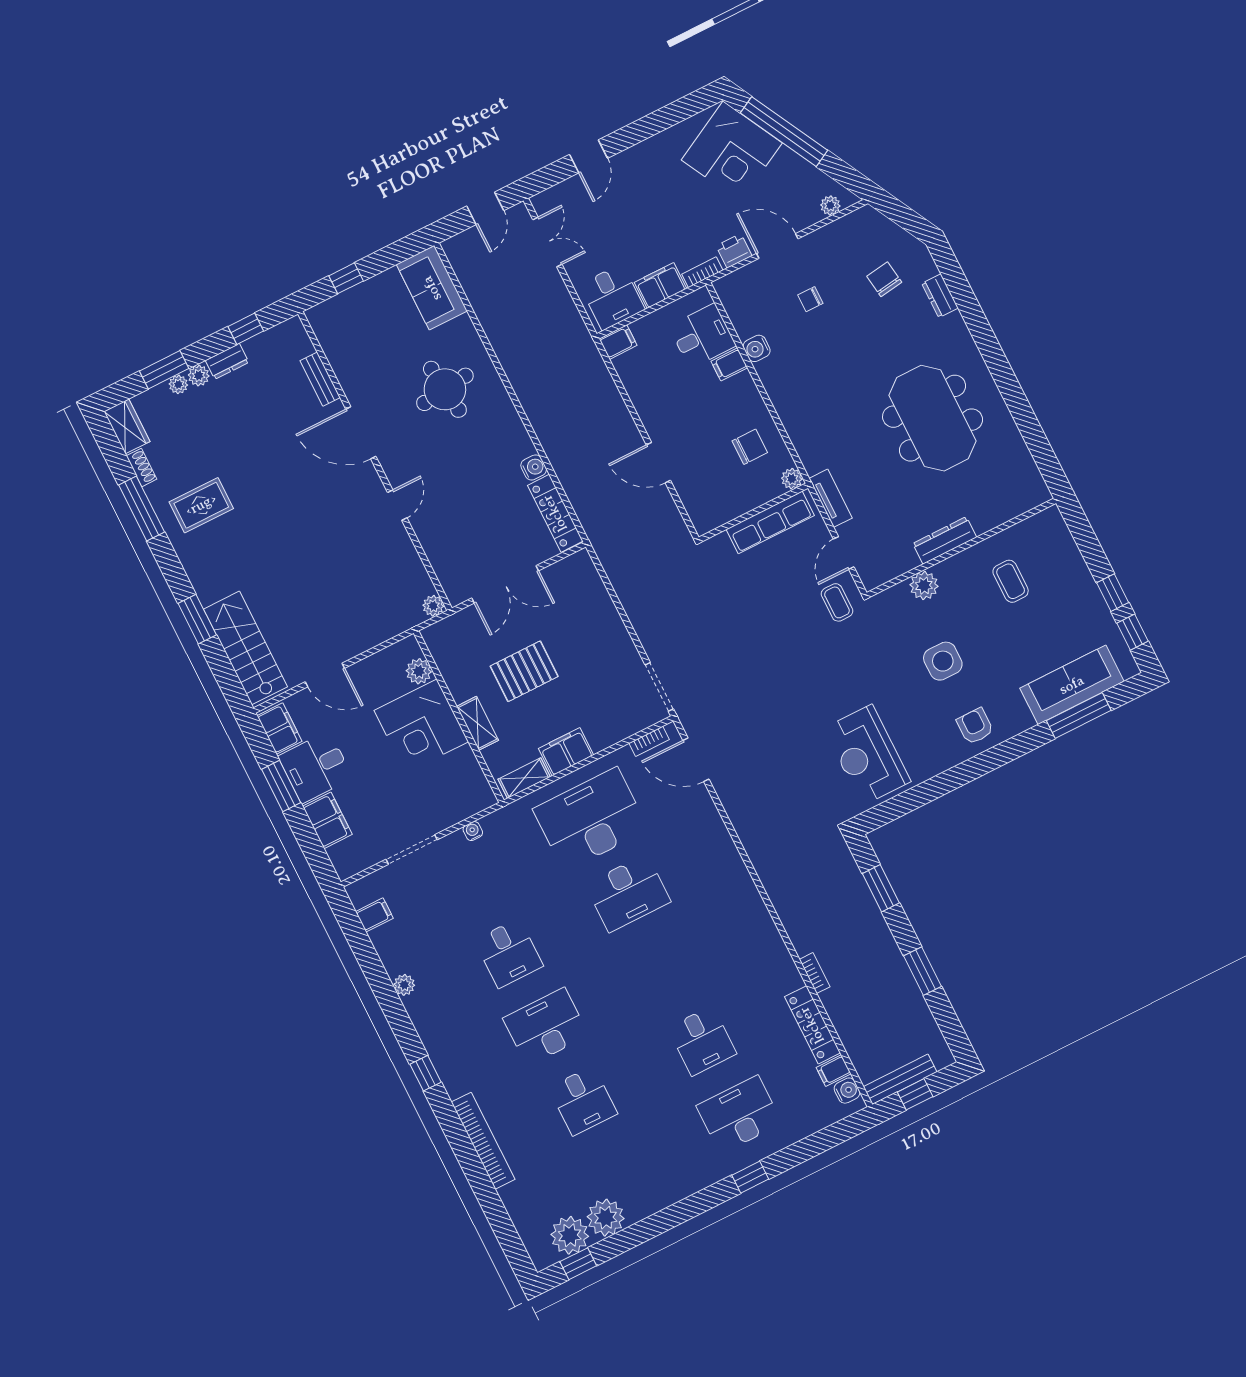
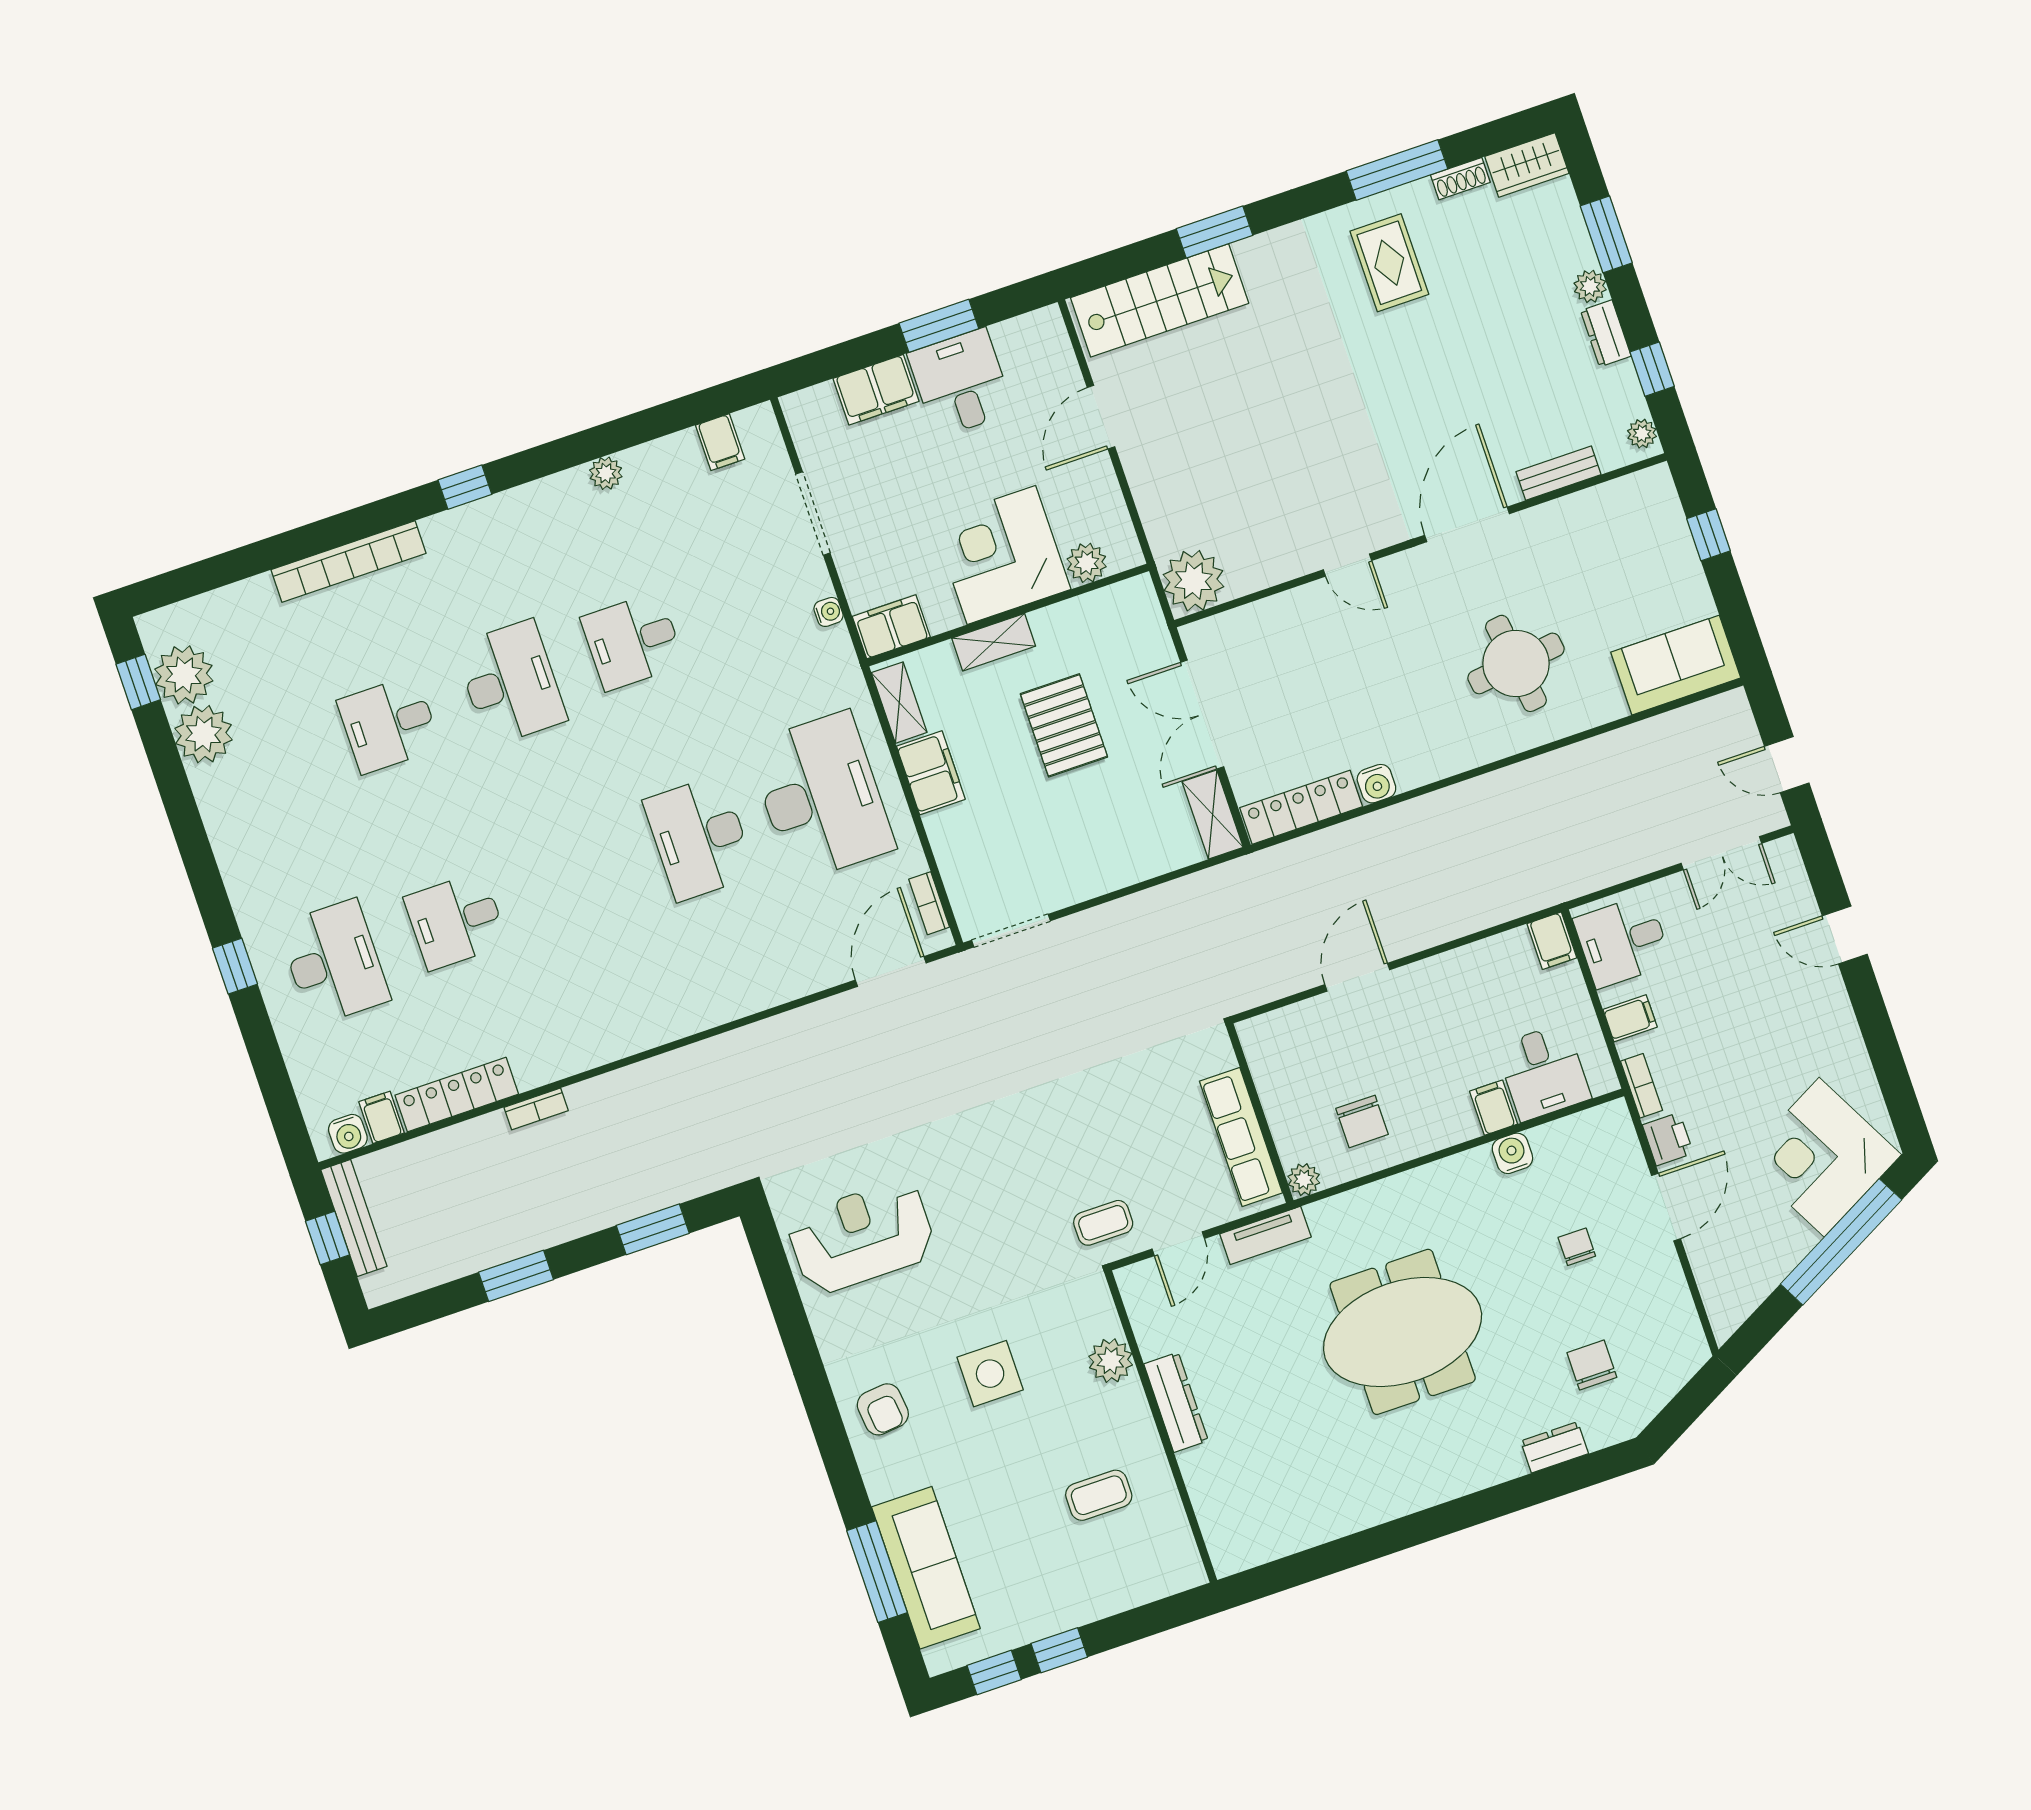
plant: (830, 205) -> (1717, 1298), removed
chair: (884, 279) -> (1592, 1365), turned -82
filing cabinet: (660, 286) -> (1630, 1018), width x0.50
plant: (178, 384) -> (1642, 434), moved
meeting table: (933, 418) -> (1403, 1332), moved
door: (844, 553) -> (1178, 1244), swing flipped
shelving: (568, 569) -> (1213, 815), added
plant: (433, 606) -> (1193, 581), width x1.87, depth x1.87
armchair: (975, 726) -> (883, 1409), turned 84
filing cabinet: (280, 728) -> (891, 627), moved, turned 180

